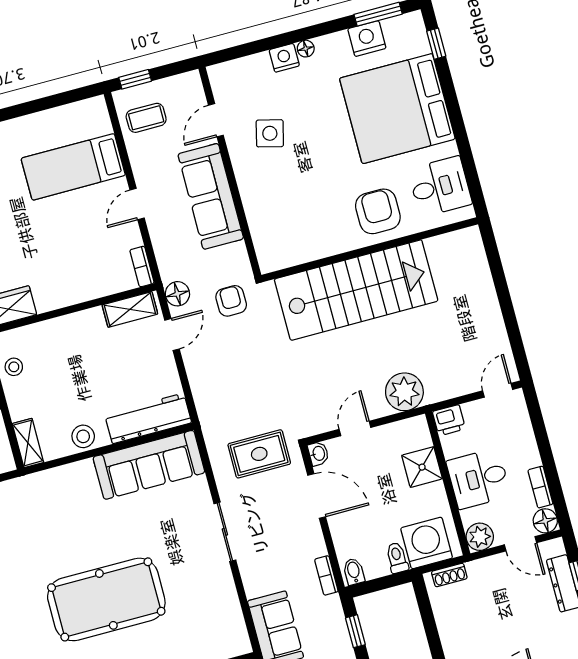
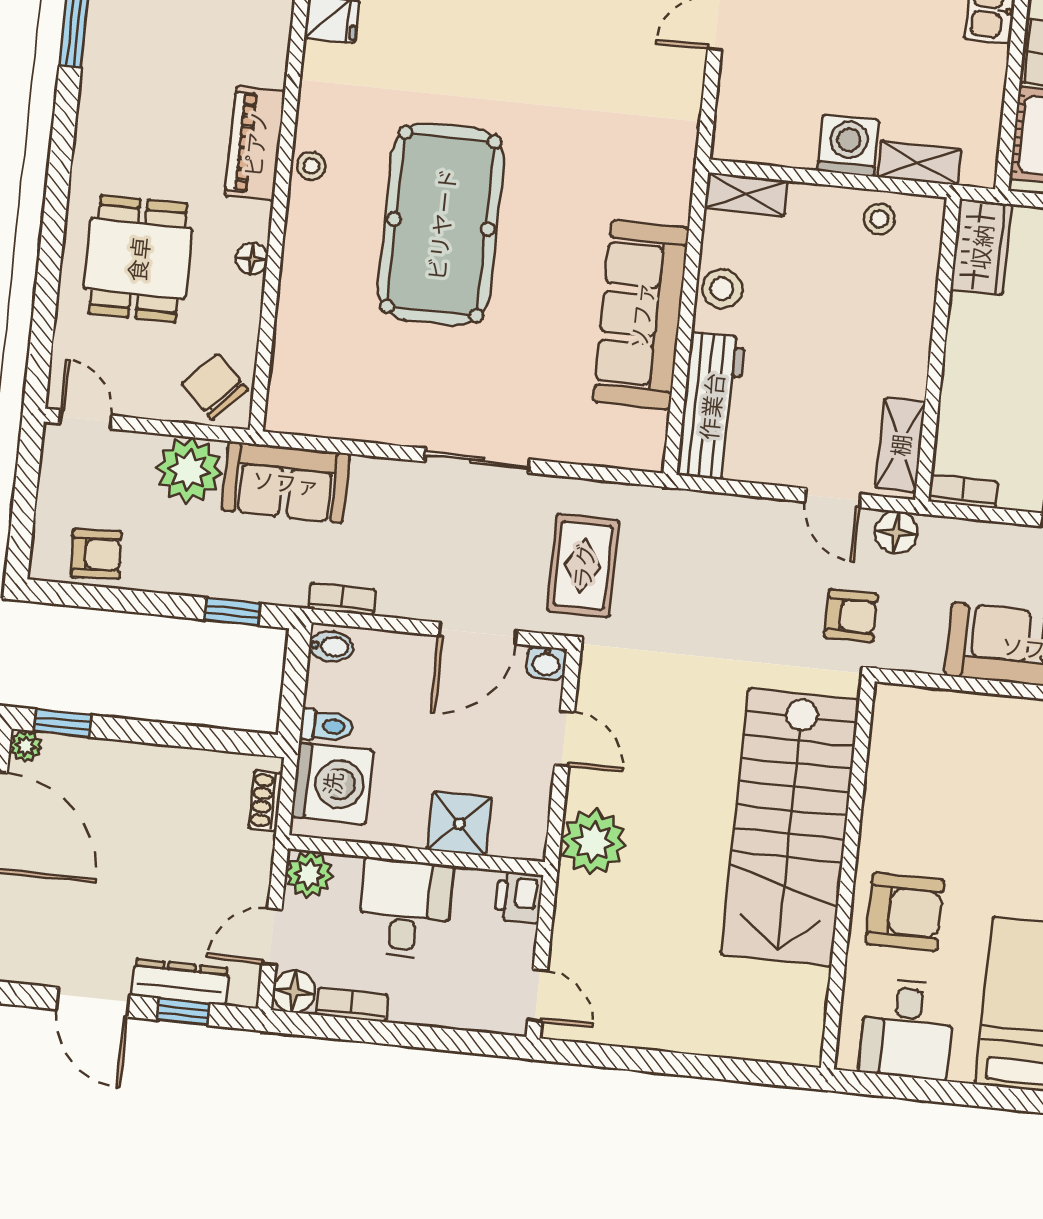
sofa: (149, 465) -> (641, 315), moved

